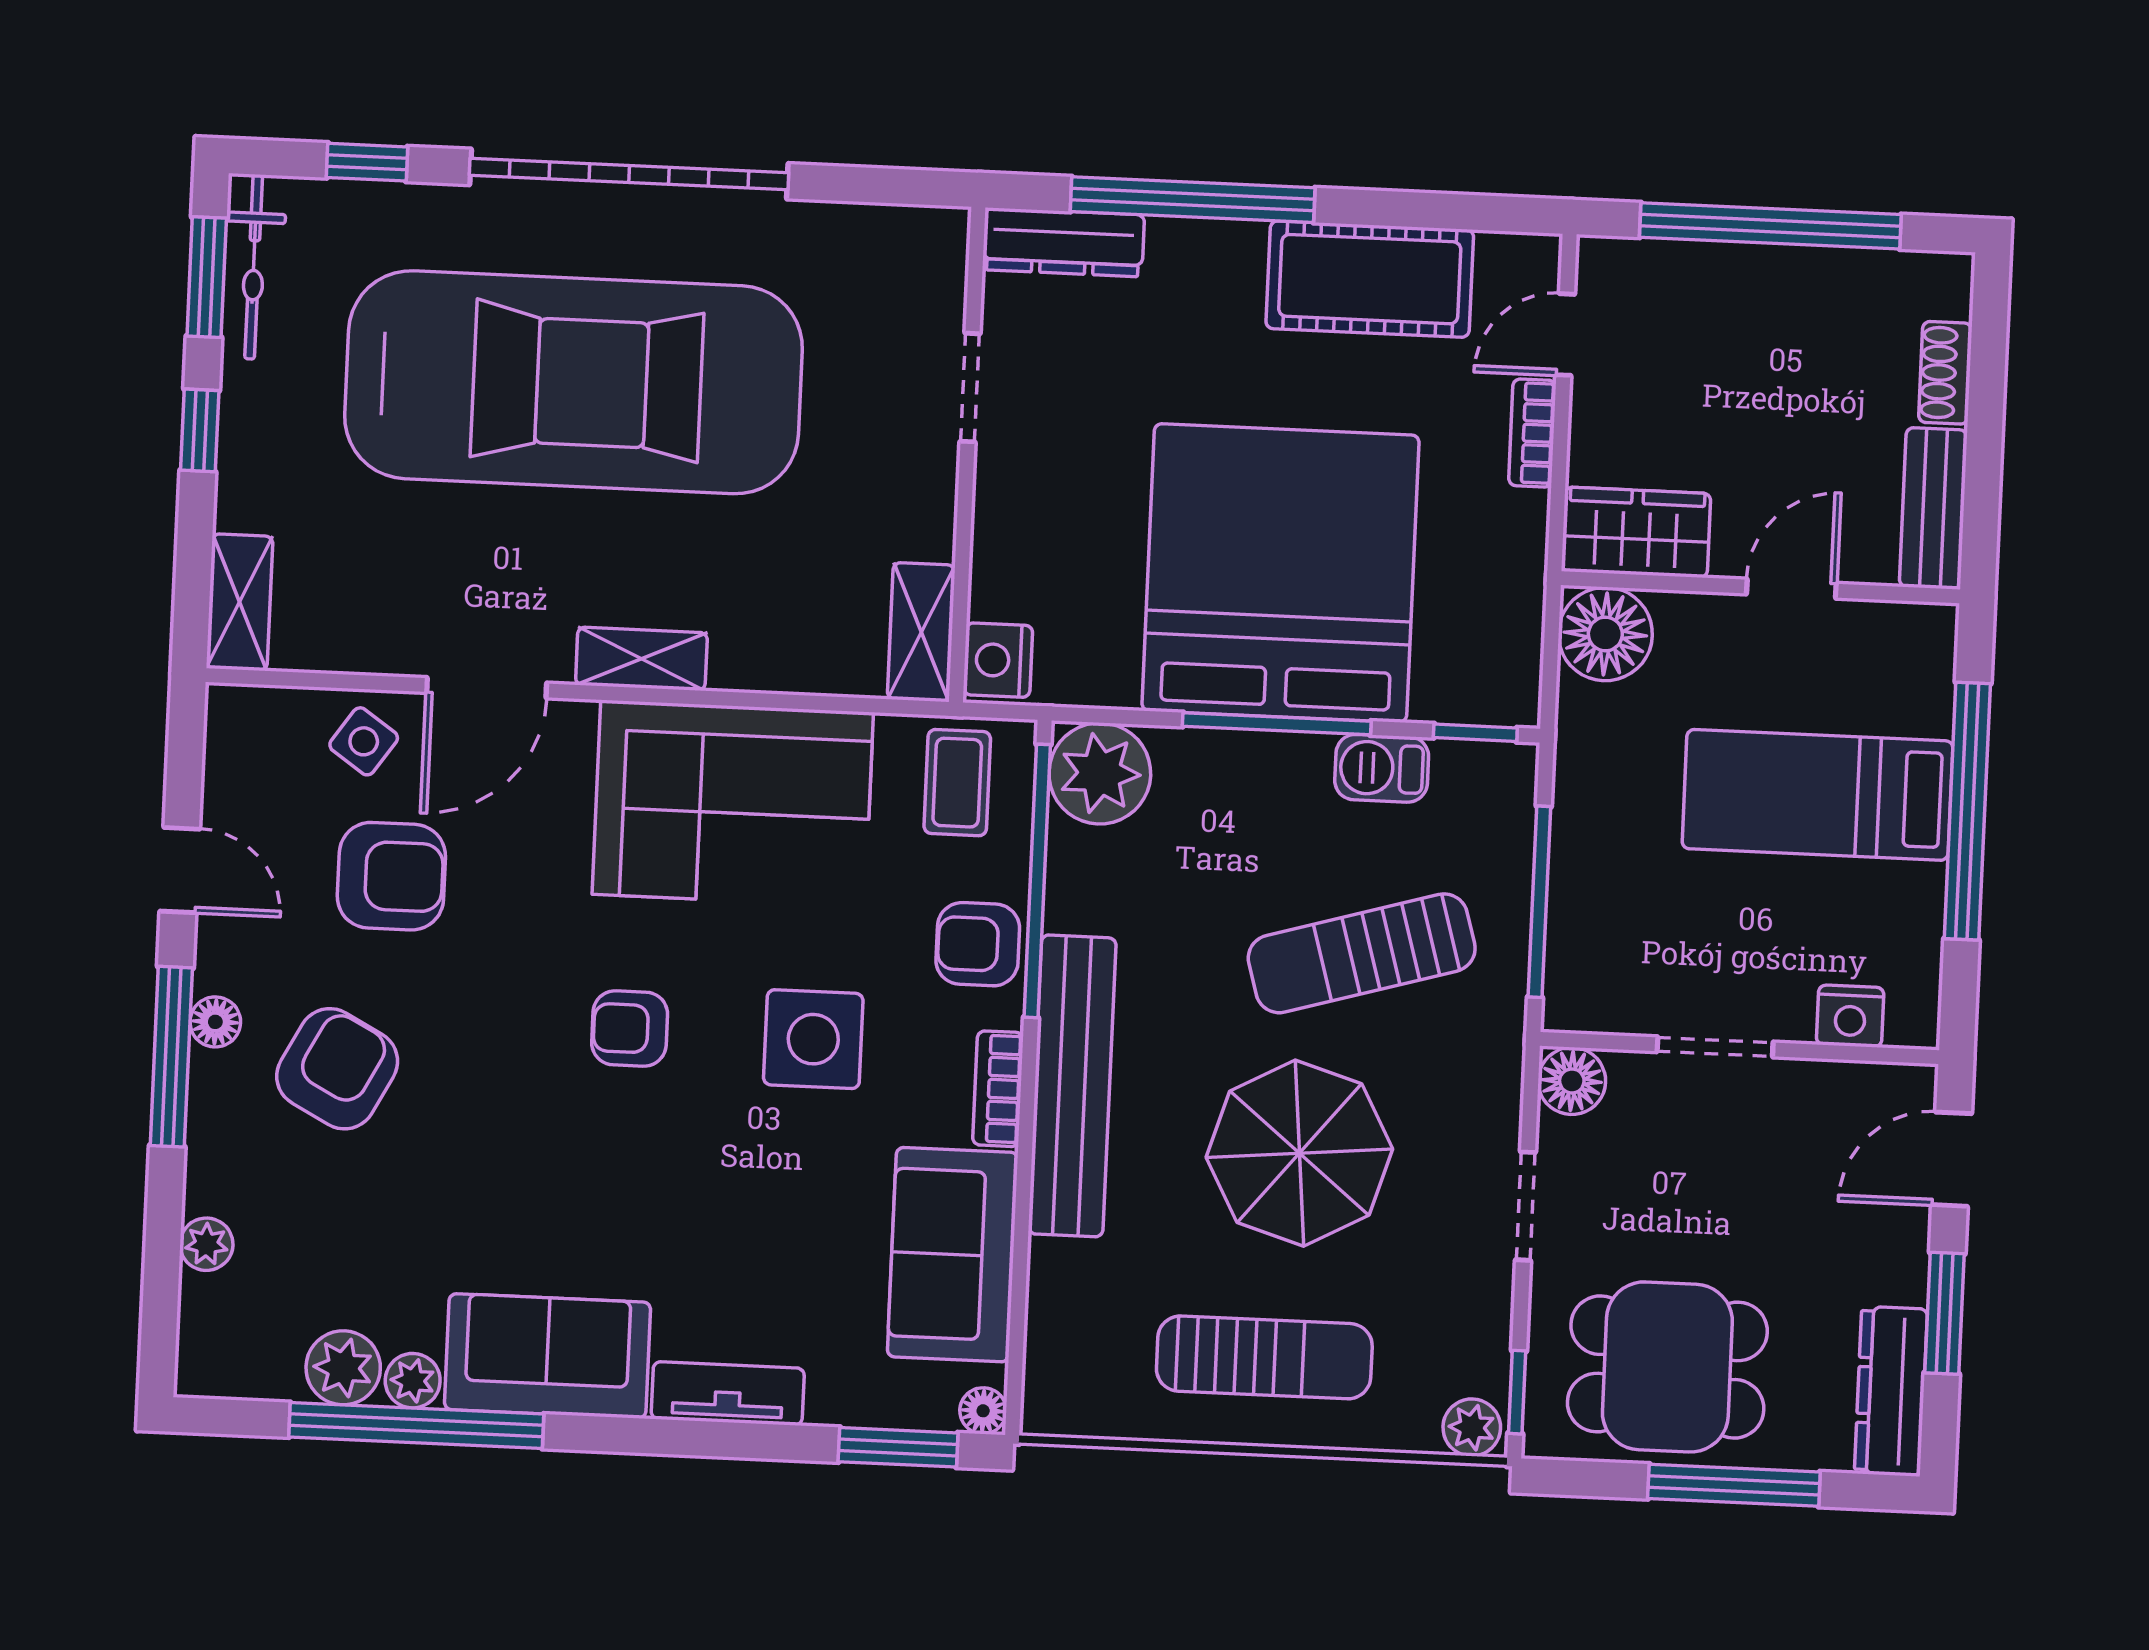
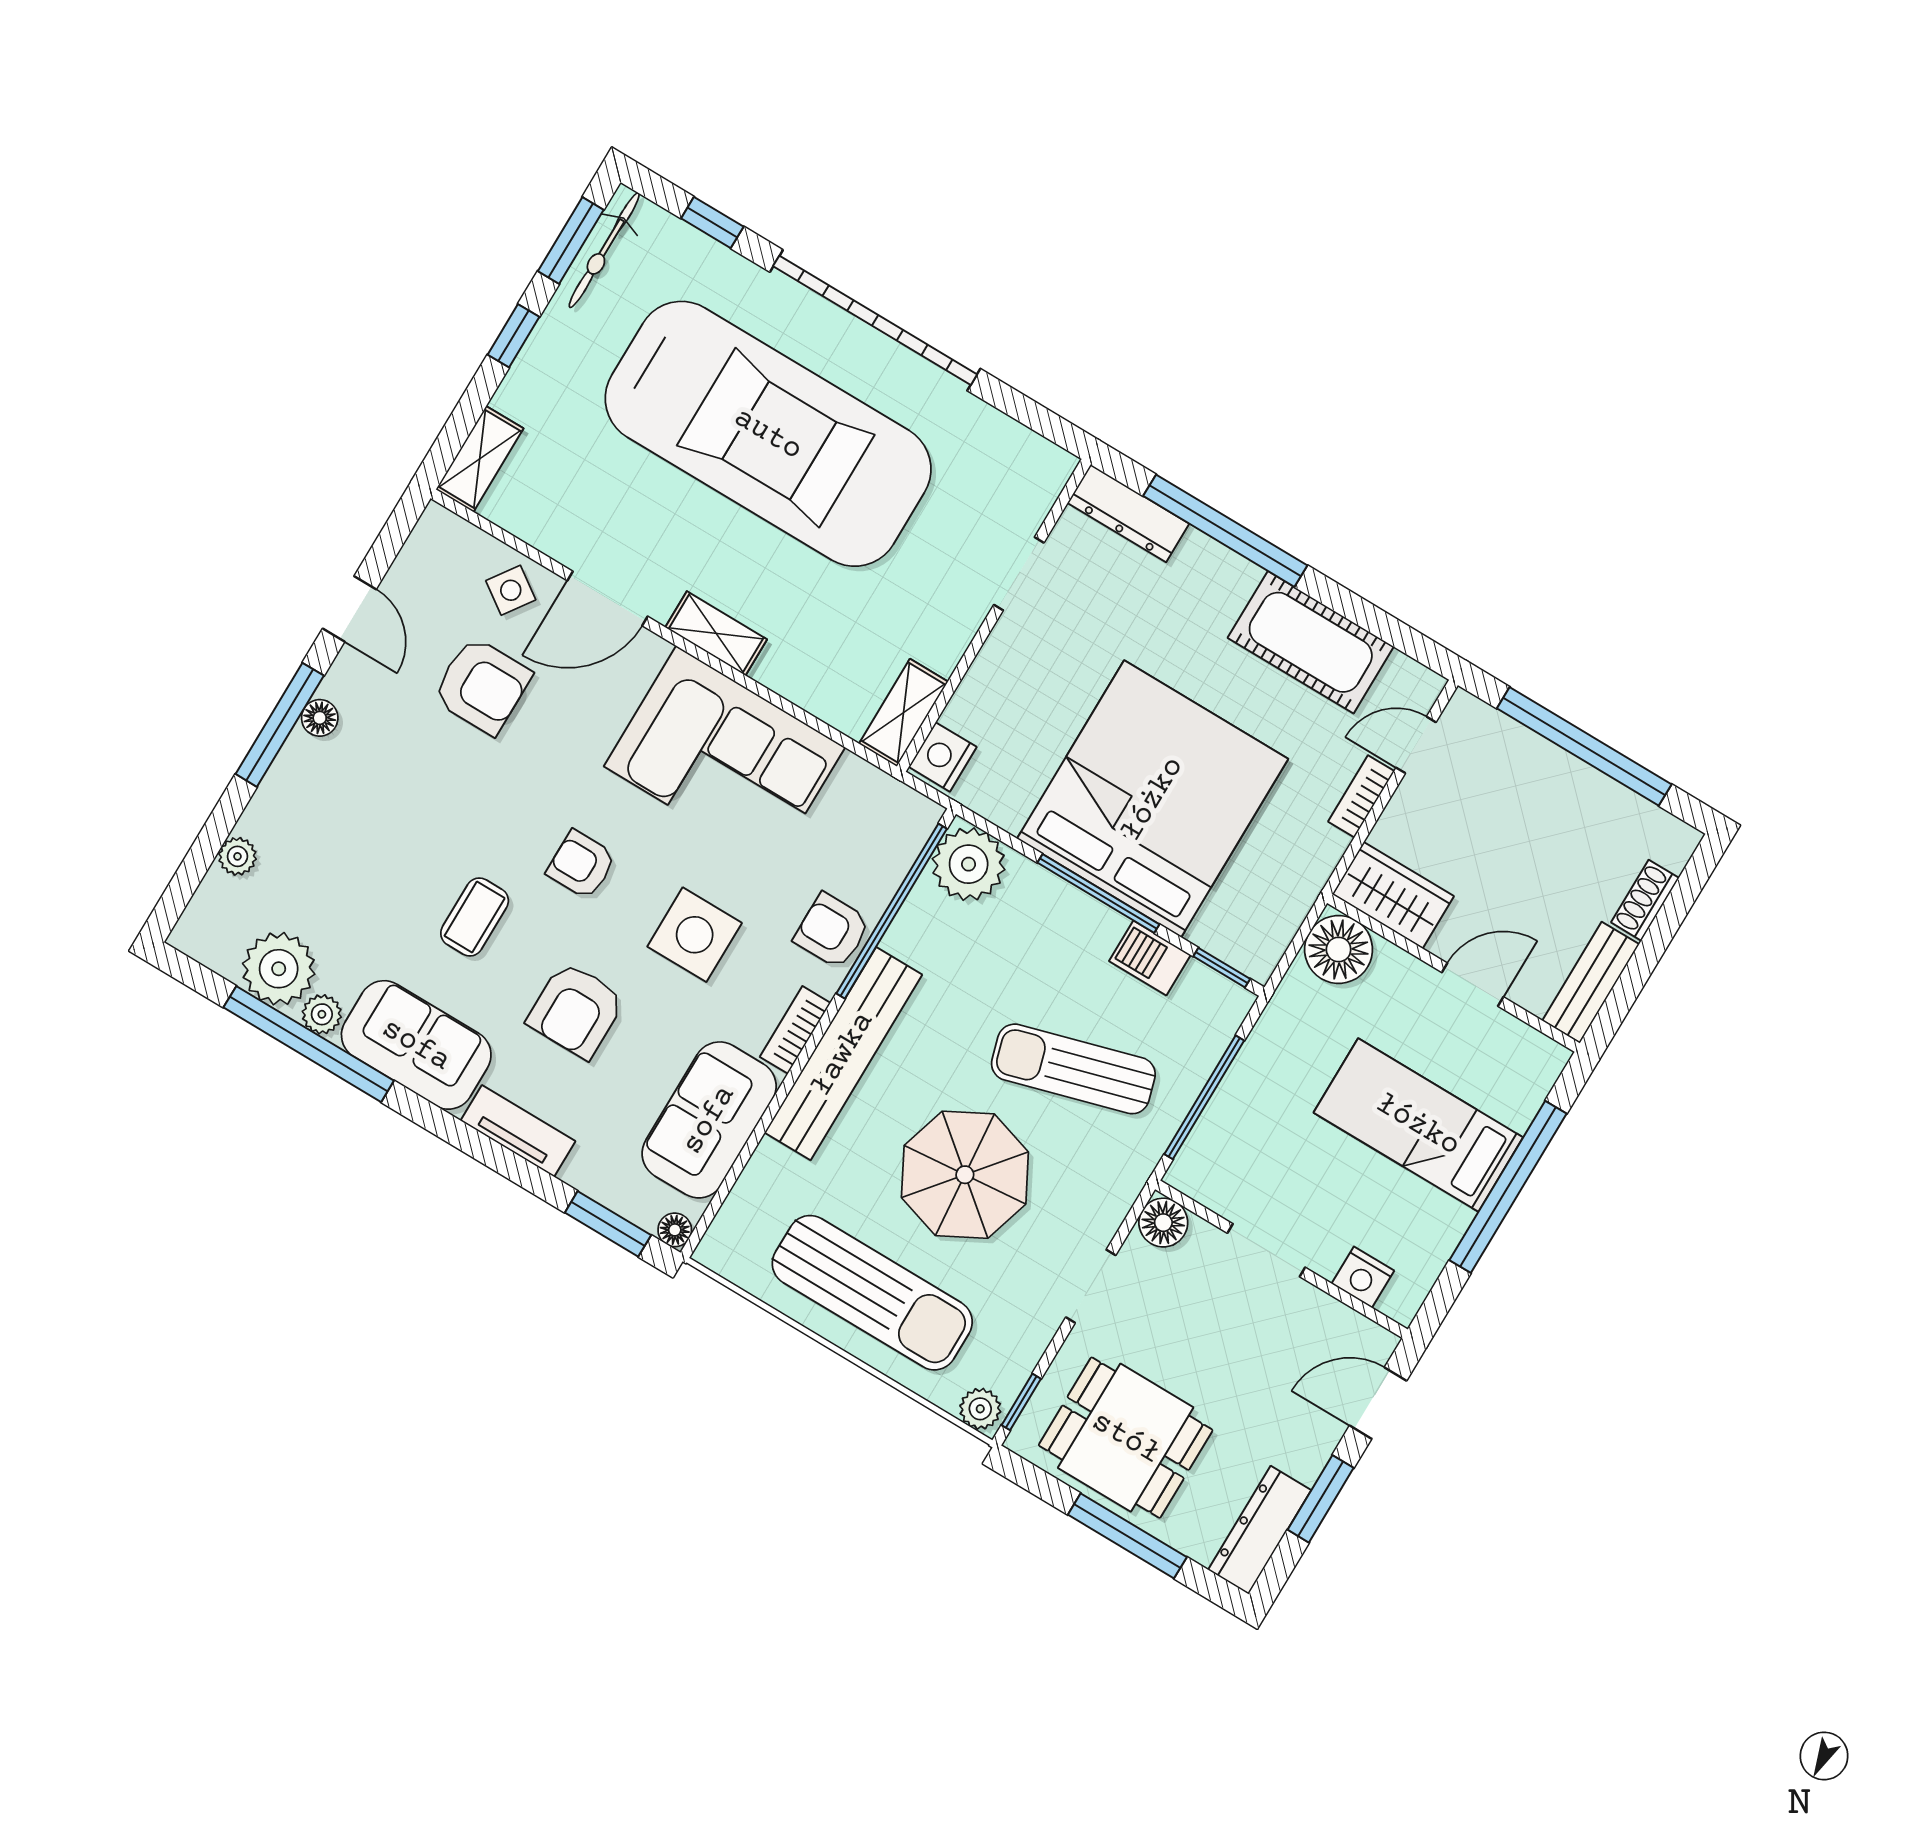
coffee table: (957, 783) -> (475, 917), moved
armchair: (337, 1069) -> (576, 1010), moved, turned 152
sun lounger: (1264, 1357) -> (872, 1293), width x1.36, depth x1.34
plant: (343, 1368) -> (279, 969), width x1.36, depth x1.36

